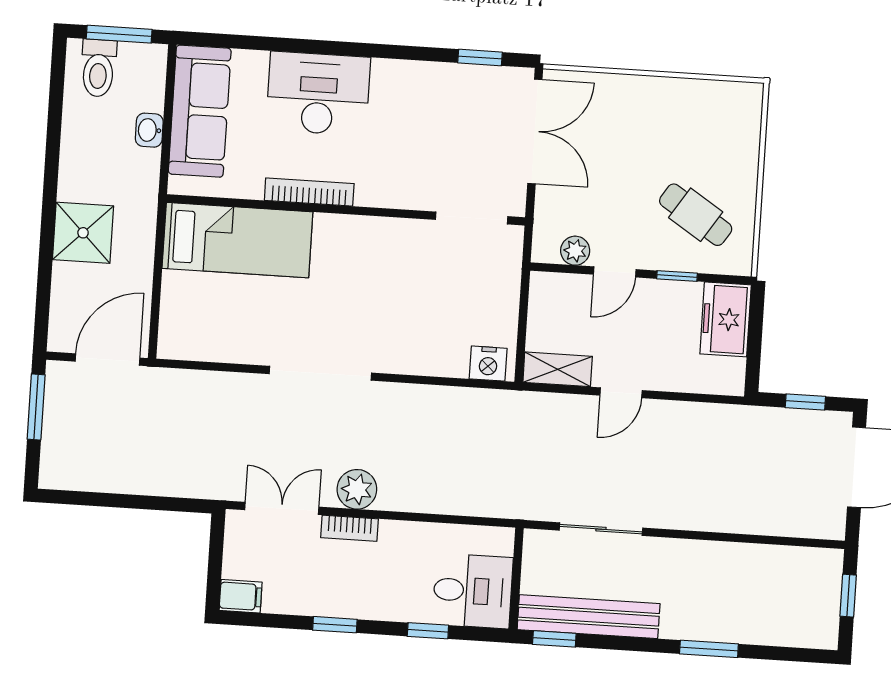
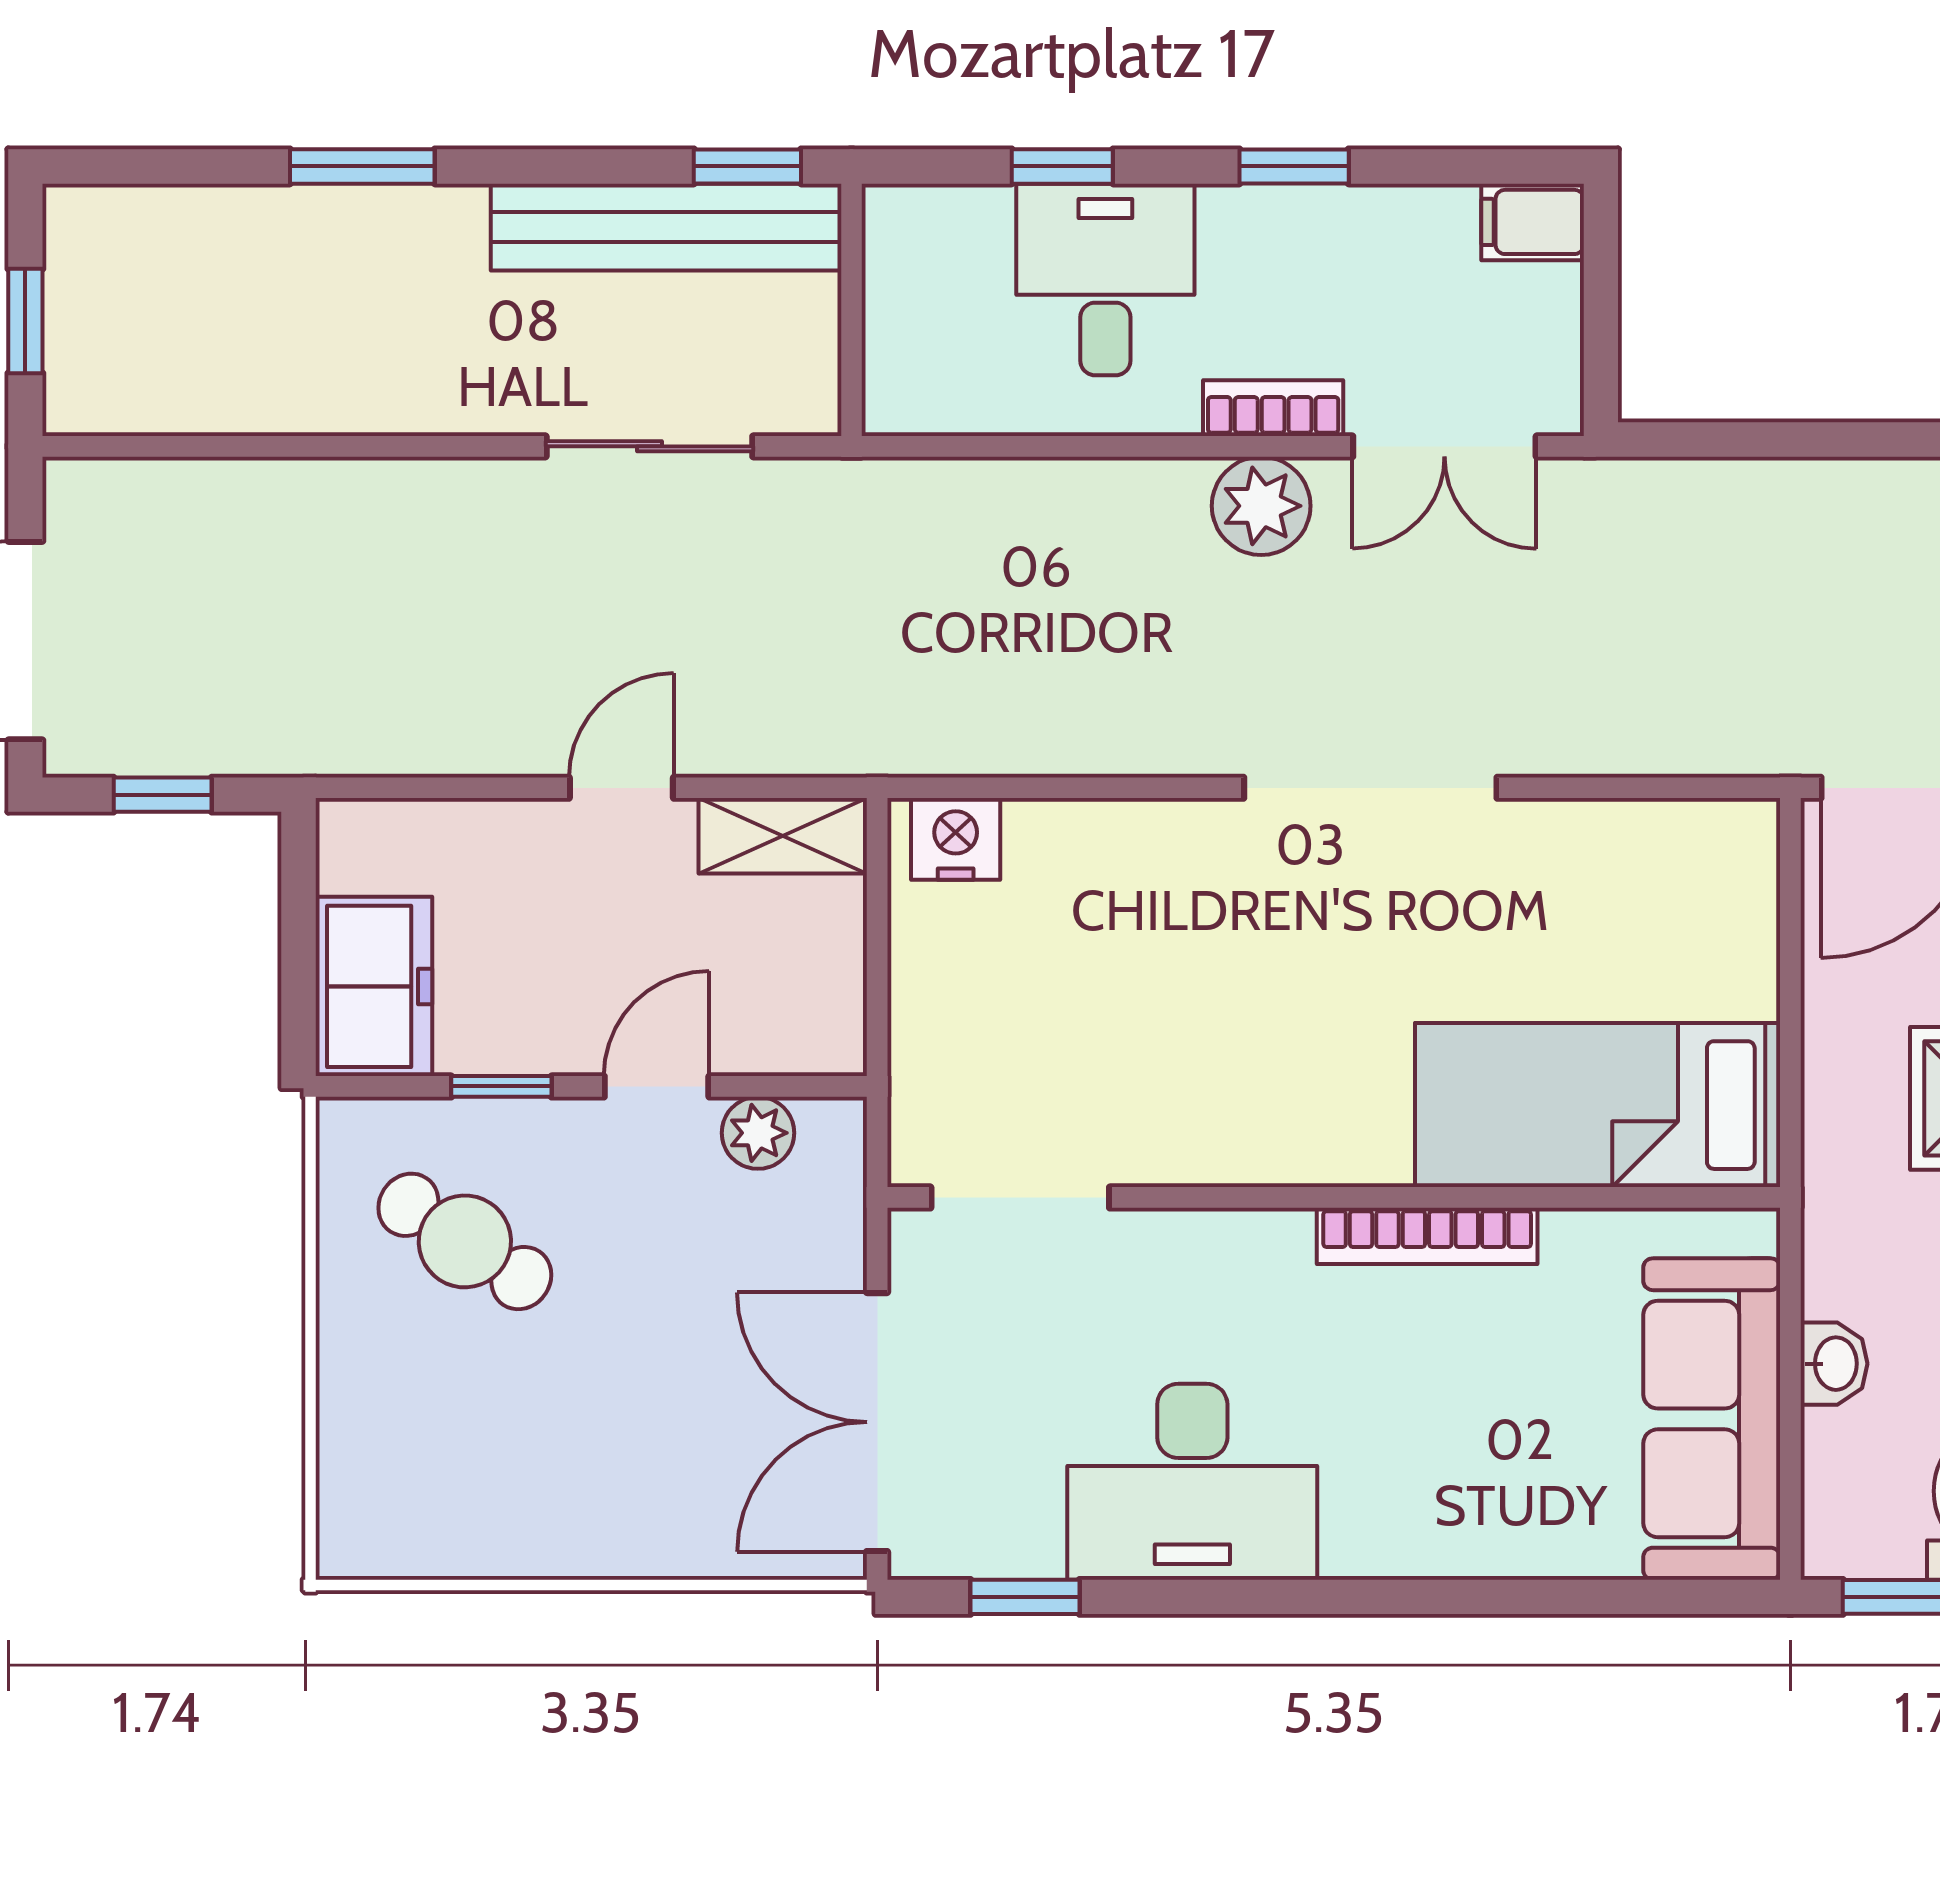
desk: (318, 93) -> (1192, 1482), moved
desk: (473, 591) -> (1105, 279), moved, turned 90

